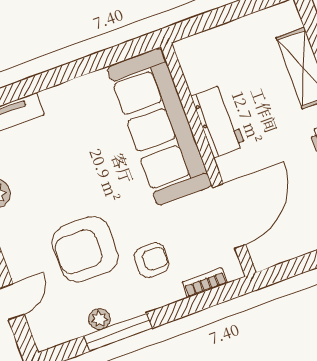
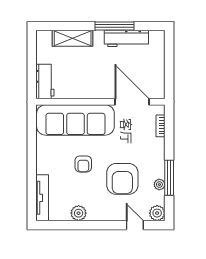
workbench: (218, 121) -> (45, 82), moved, turned 90
armchair: (151, 260) -> (83, 164), moved, turned 180
plant: (47, 334) -> (157, 213), added

